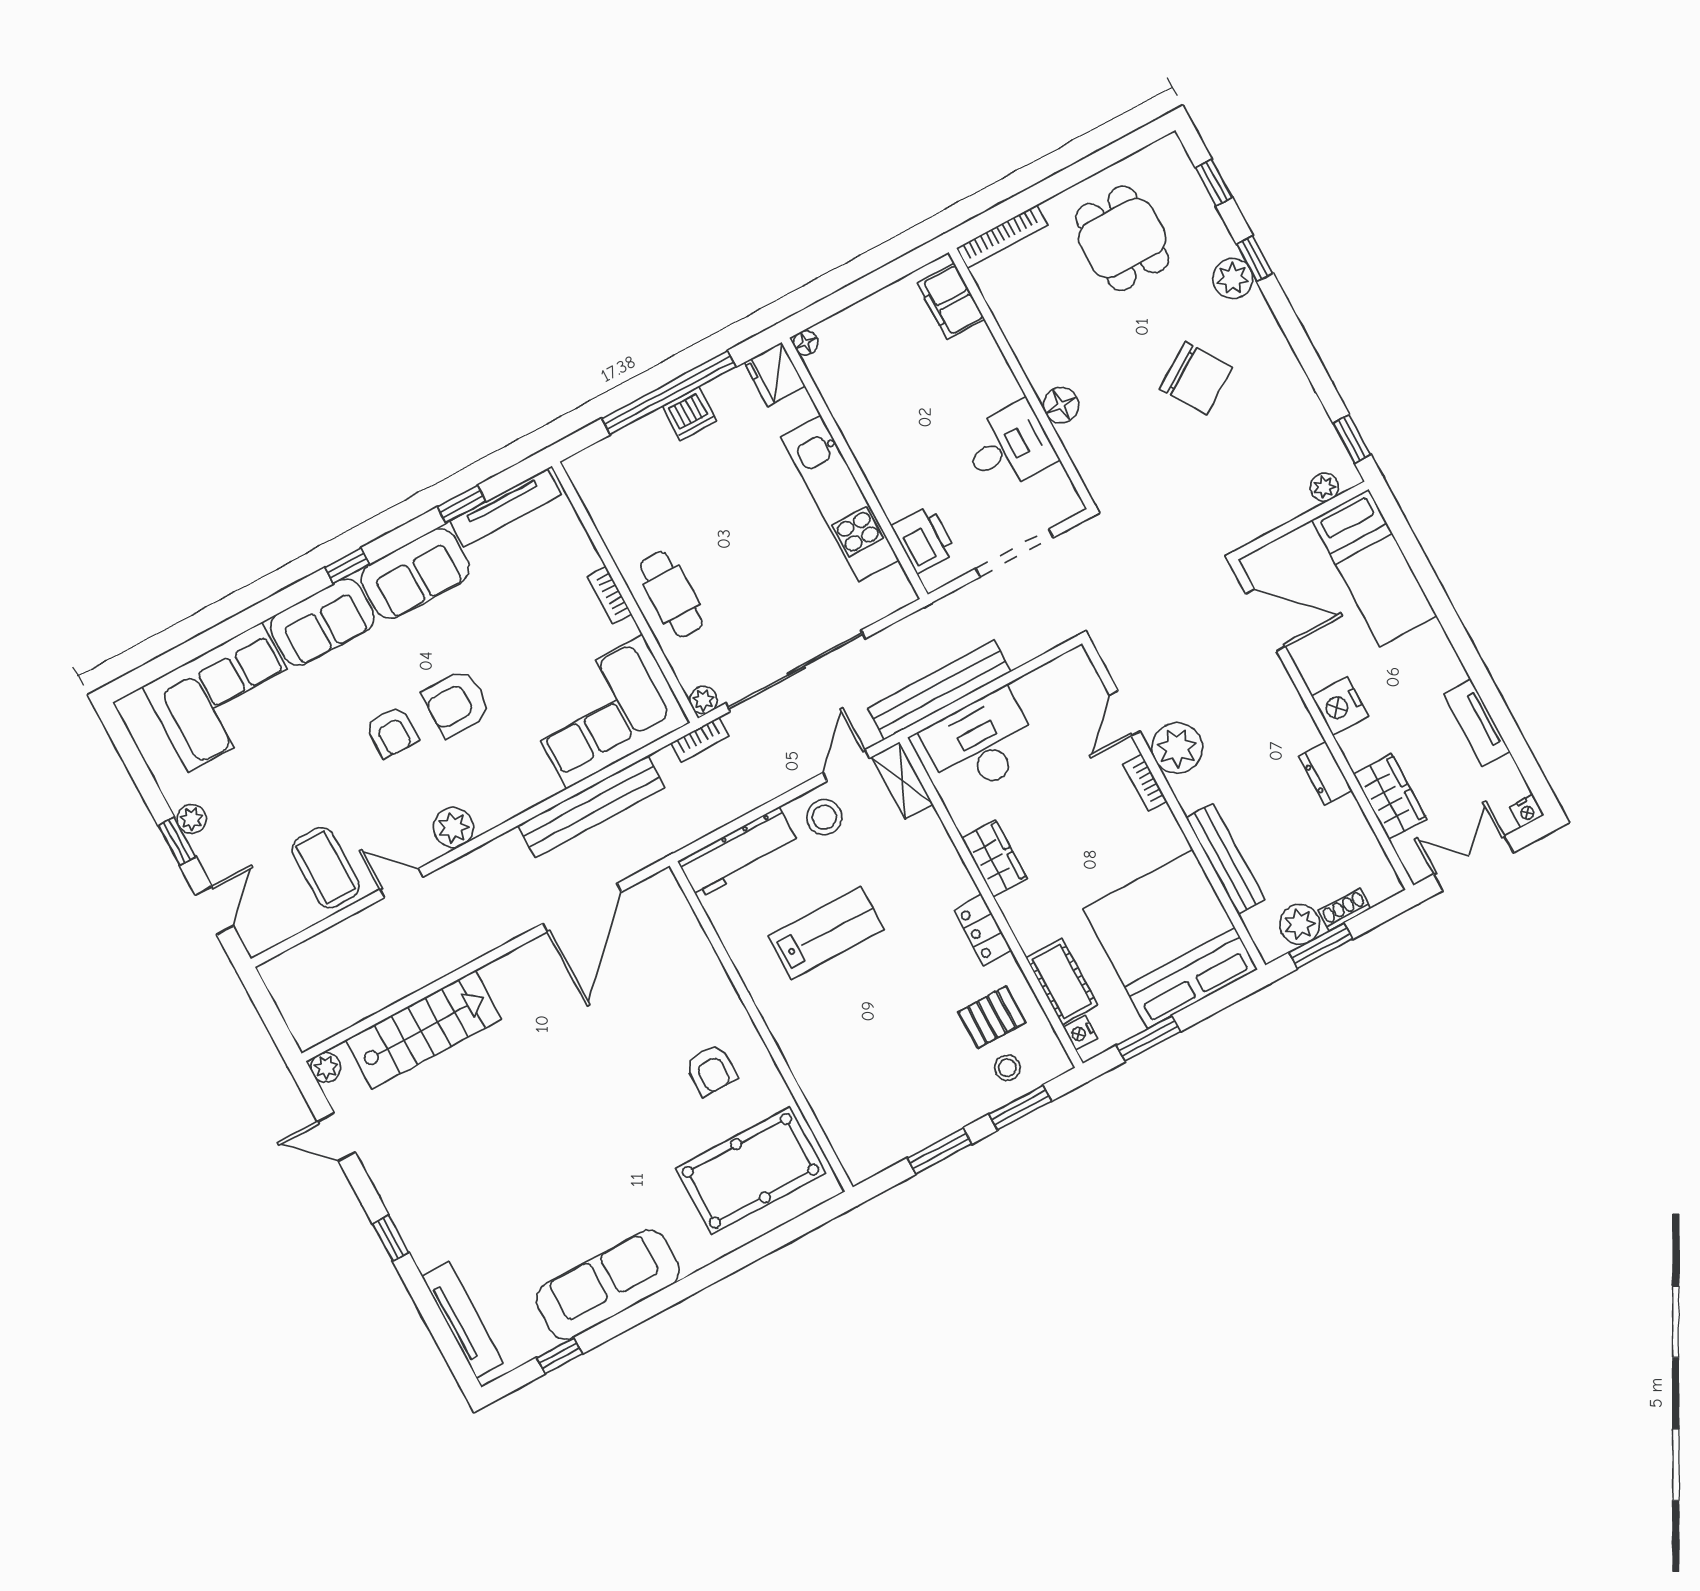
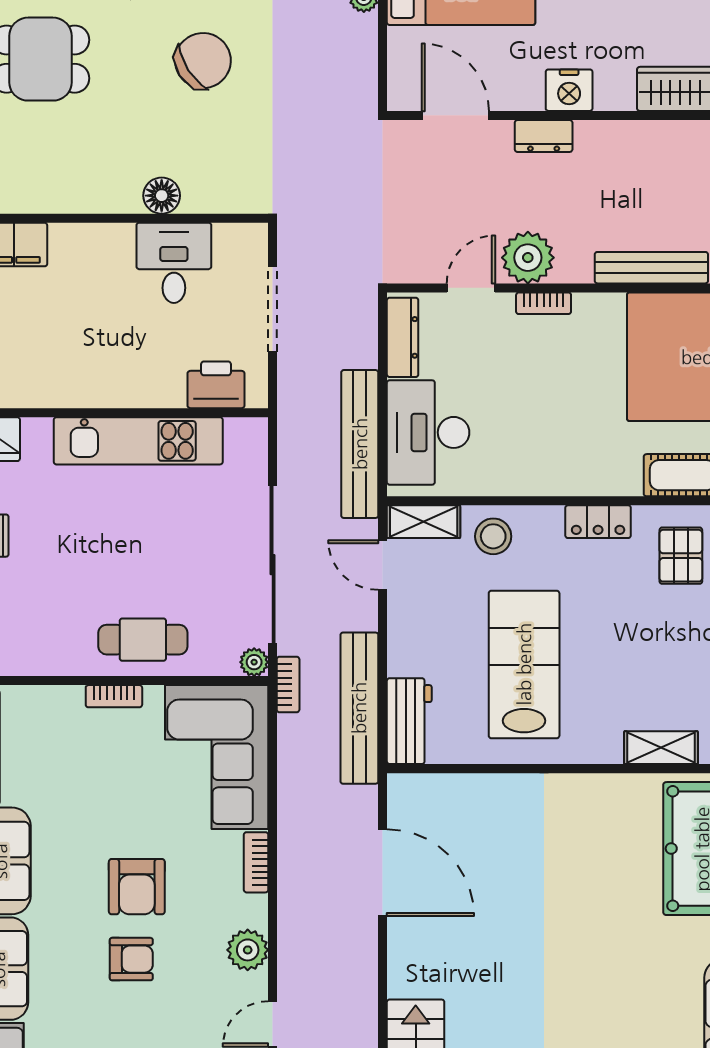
door: (1265, 620) -> (455, 115), hinge flipped
dresser: (1051, 677) -> (403, 337), added
door: (1125, 713) -> (471, 288), swing flipped
dresser: (1325, 773) -> (544, 136), moved
bookcase: (533, 794) -> (256, 862), added
bench: (591, 807) -> (359, 708), moved
stool: (824, 817) -> (493, 536), moved
workbench: (738, 853) -> (409, 721), width x0.73
wardrobe: (994, 858) -> (539, 476), removed
lab bench: (826, 933) -> (524, 664), width x1.36, depth x1.39
armchair: (711, 1070) -> (592, 835), removed
shelving: (818, 1089) -> (661, 748), added

